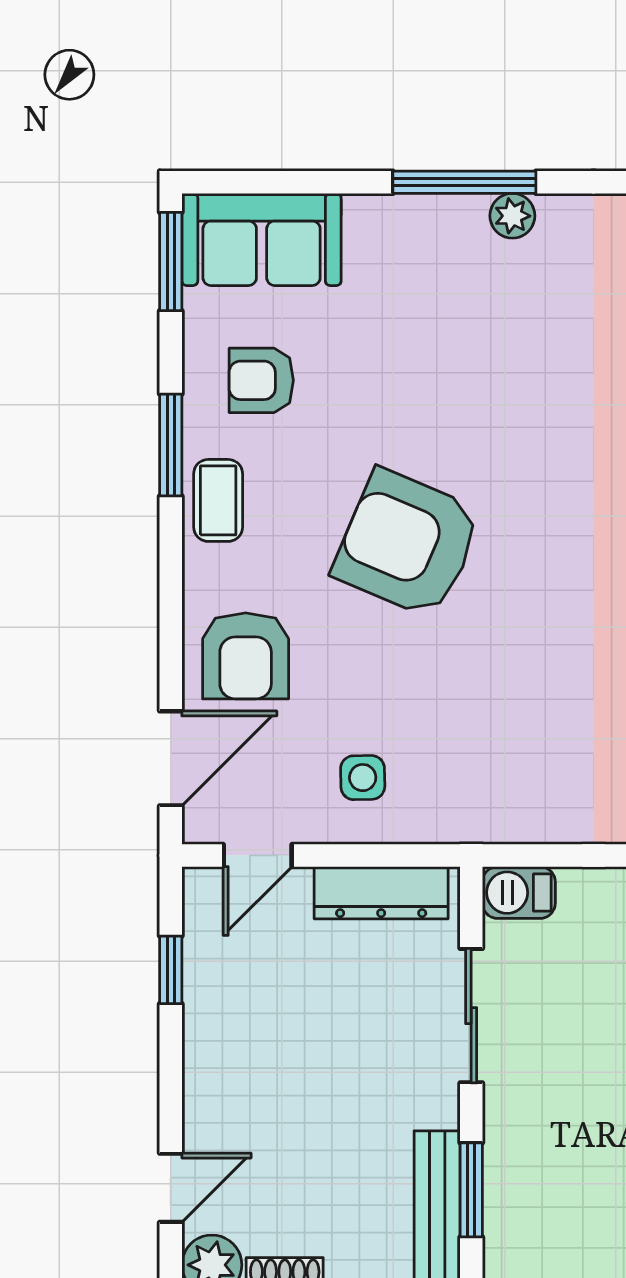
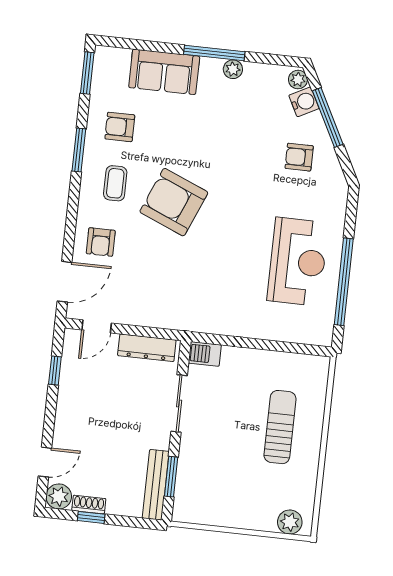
sofa: (262, 239) -> (164, 72), moved
coffee table: (218, 500) -> (115, 183), moved
armchair: (246, 656) -> (101, 242), width x0.72, depth x0.72
side table: (363, 778) -> (144, 298), removed

